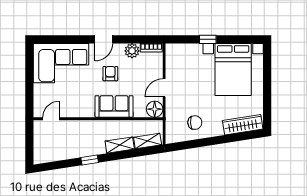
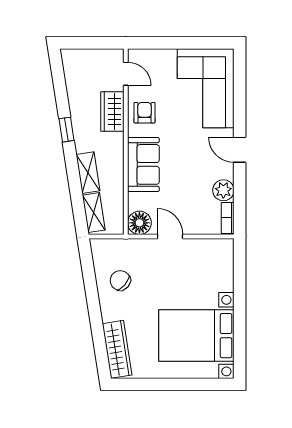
window: (208, 39) -> (240, 299), removed
armchair: (110, 74) -> (145, 113), moved, turned -90
chair: (195, 123) -> (120, 281), turned 133
wardrobe: (77, 128) -> (112, 111), added

